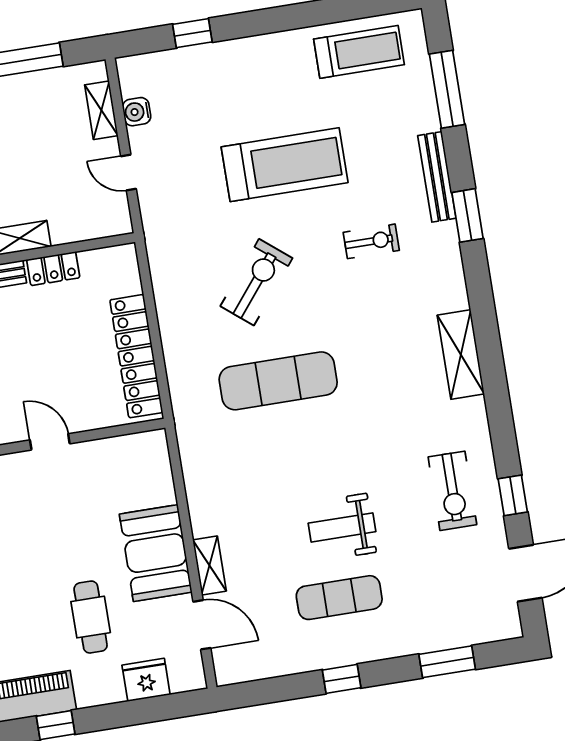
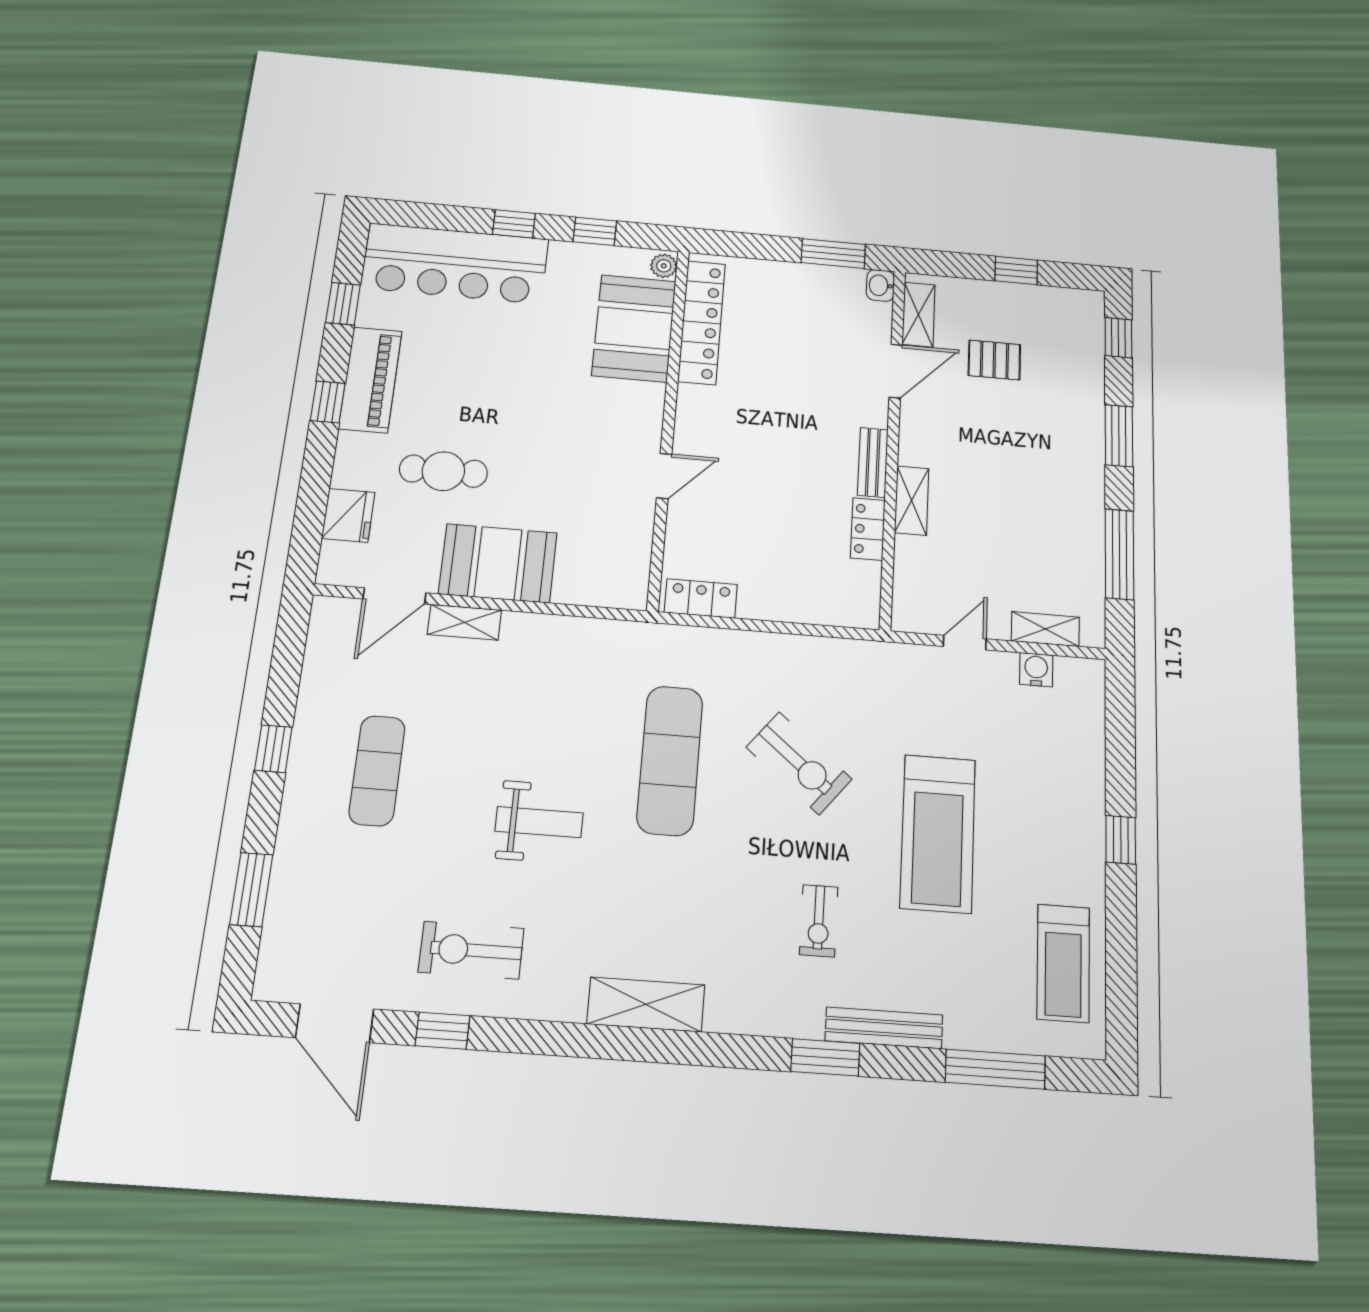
window: (192, 33) -> (1121, 840), moved
locker: (136, 356) -> (701, 598), width x0.46, depth x0.83
weight bench: (342, 527) -> (539, 822), moved, turned 90

